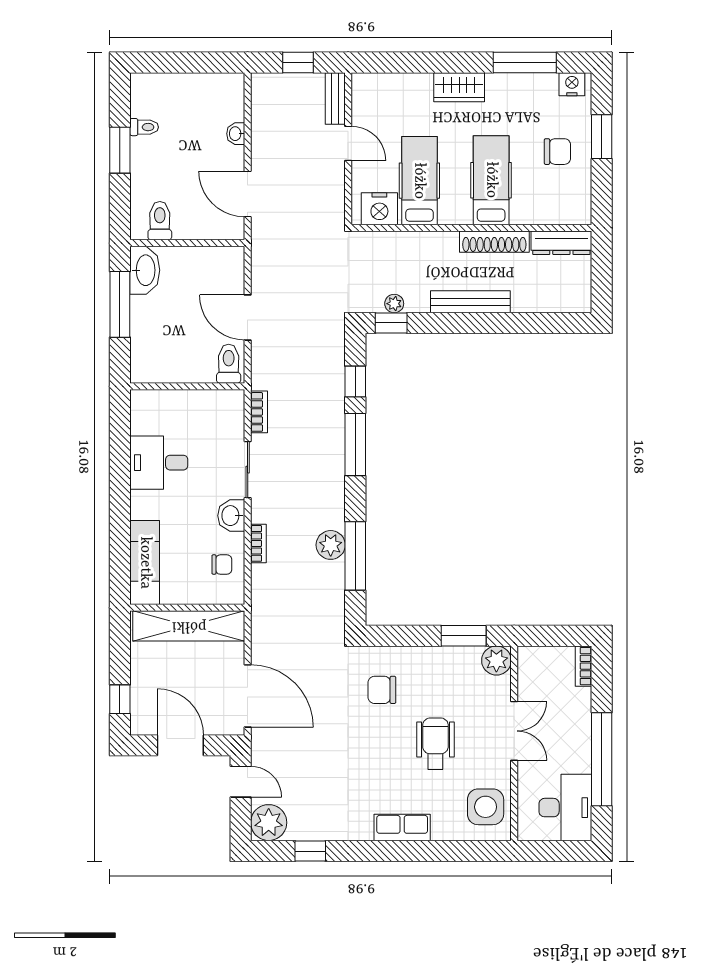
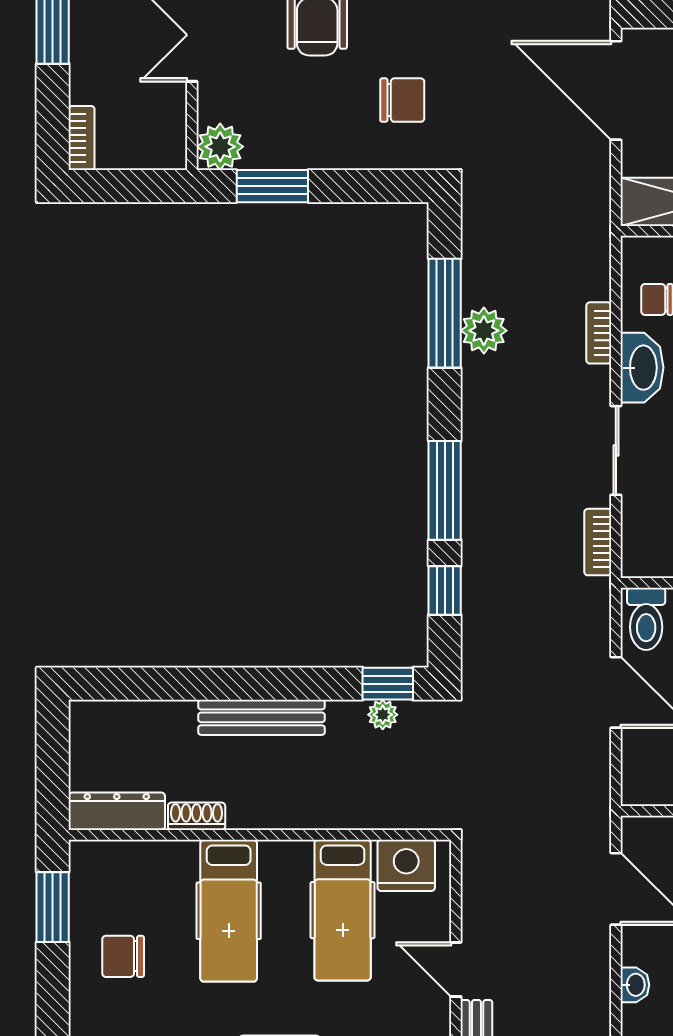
window: (602, 137) -> (53, 907), moved
shoe rack: (494, 242) -> (197, 816), width x0.51, depth x0.81
washbasin: (231, 516) -> (642, 368), width x1.38

